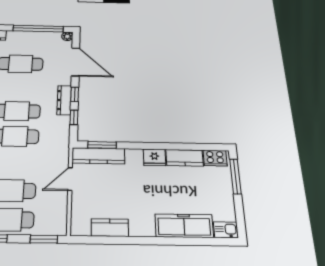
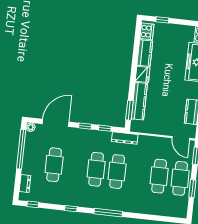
dresser: (64, 100) -> (125, 138), moved
kitchen counter: (98, 156) -> (139, 101), moved
window: (235, 176) -> (162, 20), width x0.46
door: (70, 179) -> (181, 138), moved

